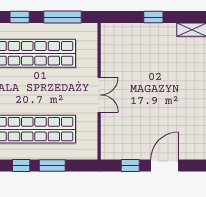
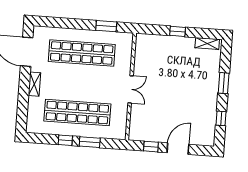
window: (20, 17) -> (73, 24), removed
window: (63, 17) -> (106, 26), width x0.69

